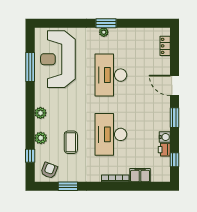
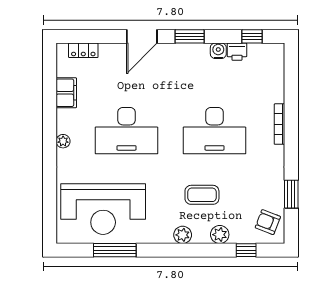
window: (106, 23) -> (50, 138), removed
coffee table: (71, 142) -> (202, 195), moved
filing cabinet: (140, 175) -> (66, 93), moved, turned 180

